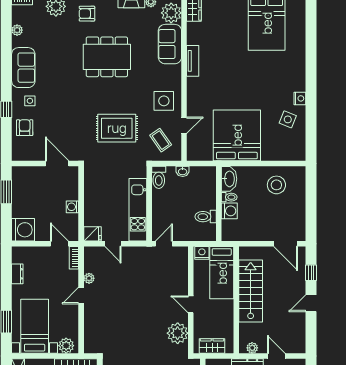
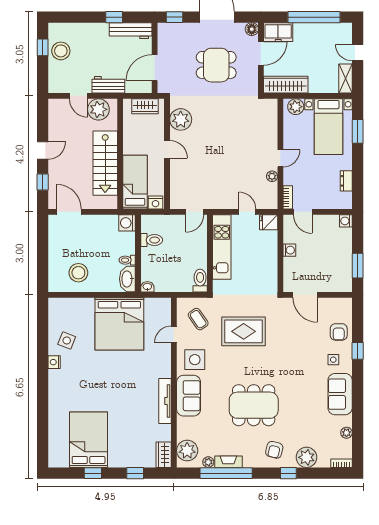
armchair: (87, 14) -> (274, 450), turned 104
sofa: (170, 44) -> (189, 396), moved
tv unit: (193, 61) -> (165, 401), width x1.41
washbasin: (183, 171) -> (147, 287), moved
washing machine: (229, 211) -> (127, 223), moved
washing machine: (23, 230) -> (346, 221), width x0.53, depth x0.53
plant: (252, 348) -> (98, 109), width x1.88, depth x1.88

